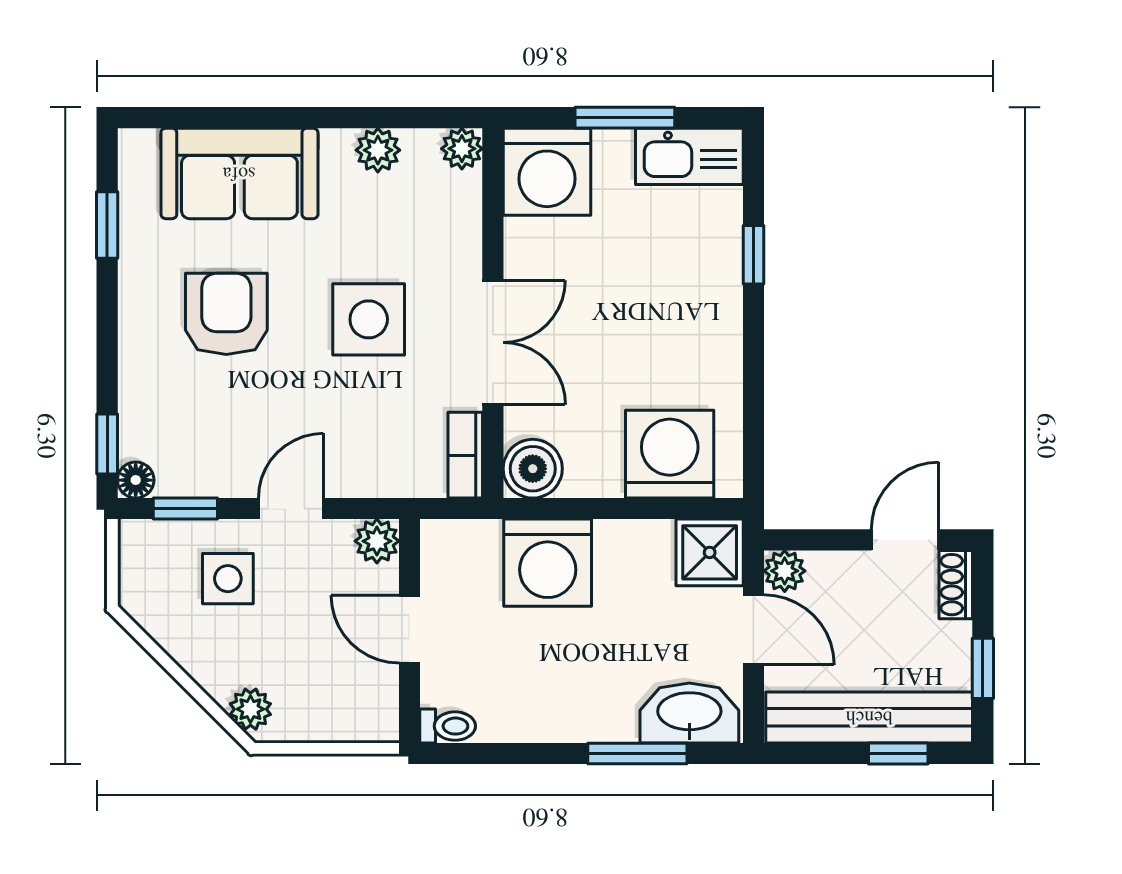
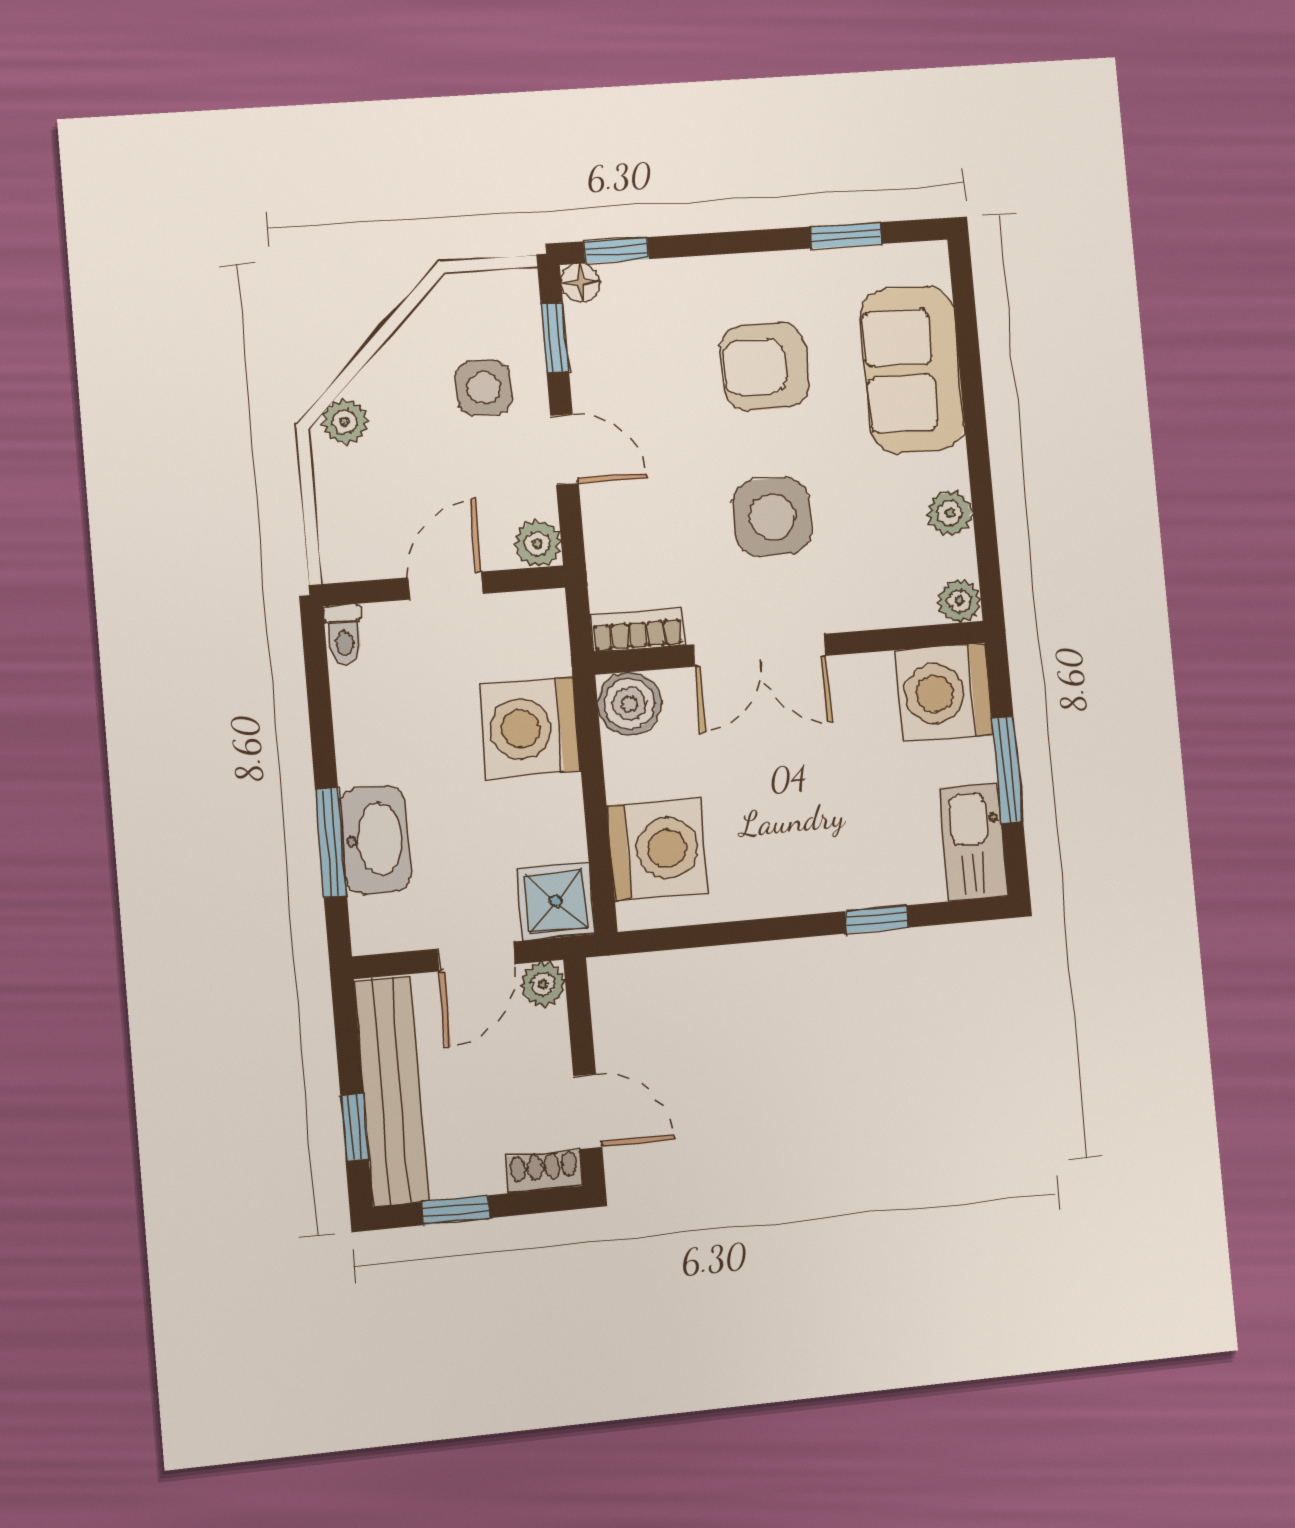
armchair: (226, 314) -> (764, 366), turned 180
washbasin: (689, 713) -> (375, 840), moved

